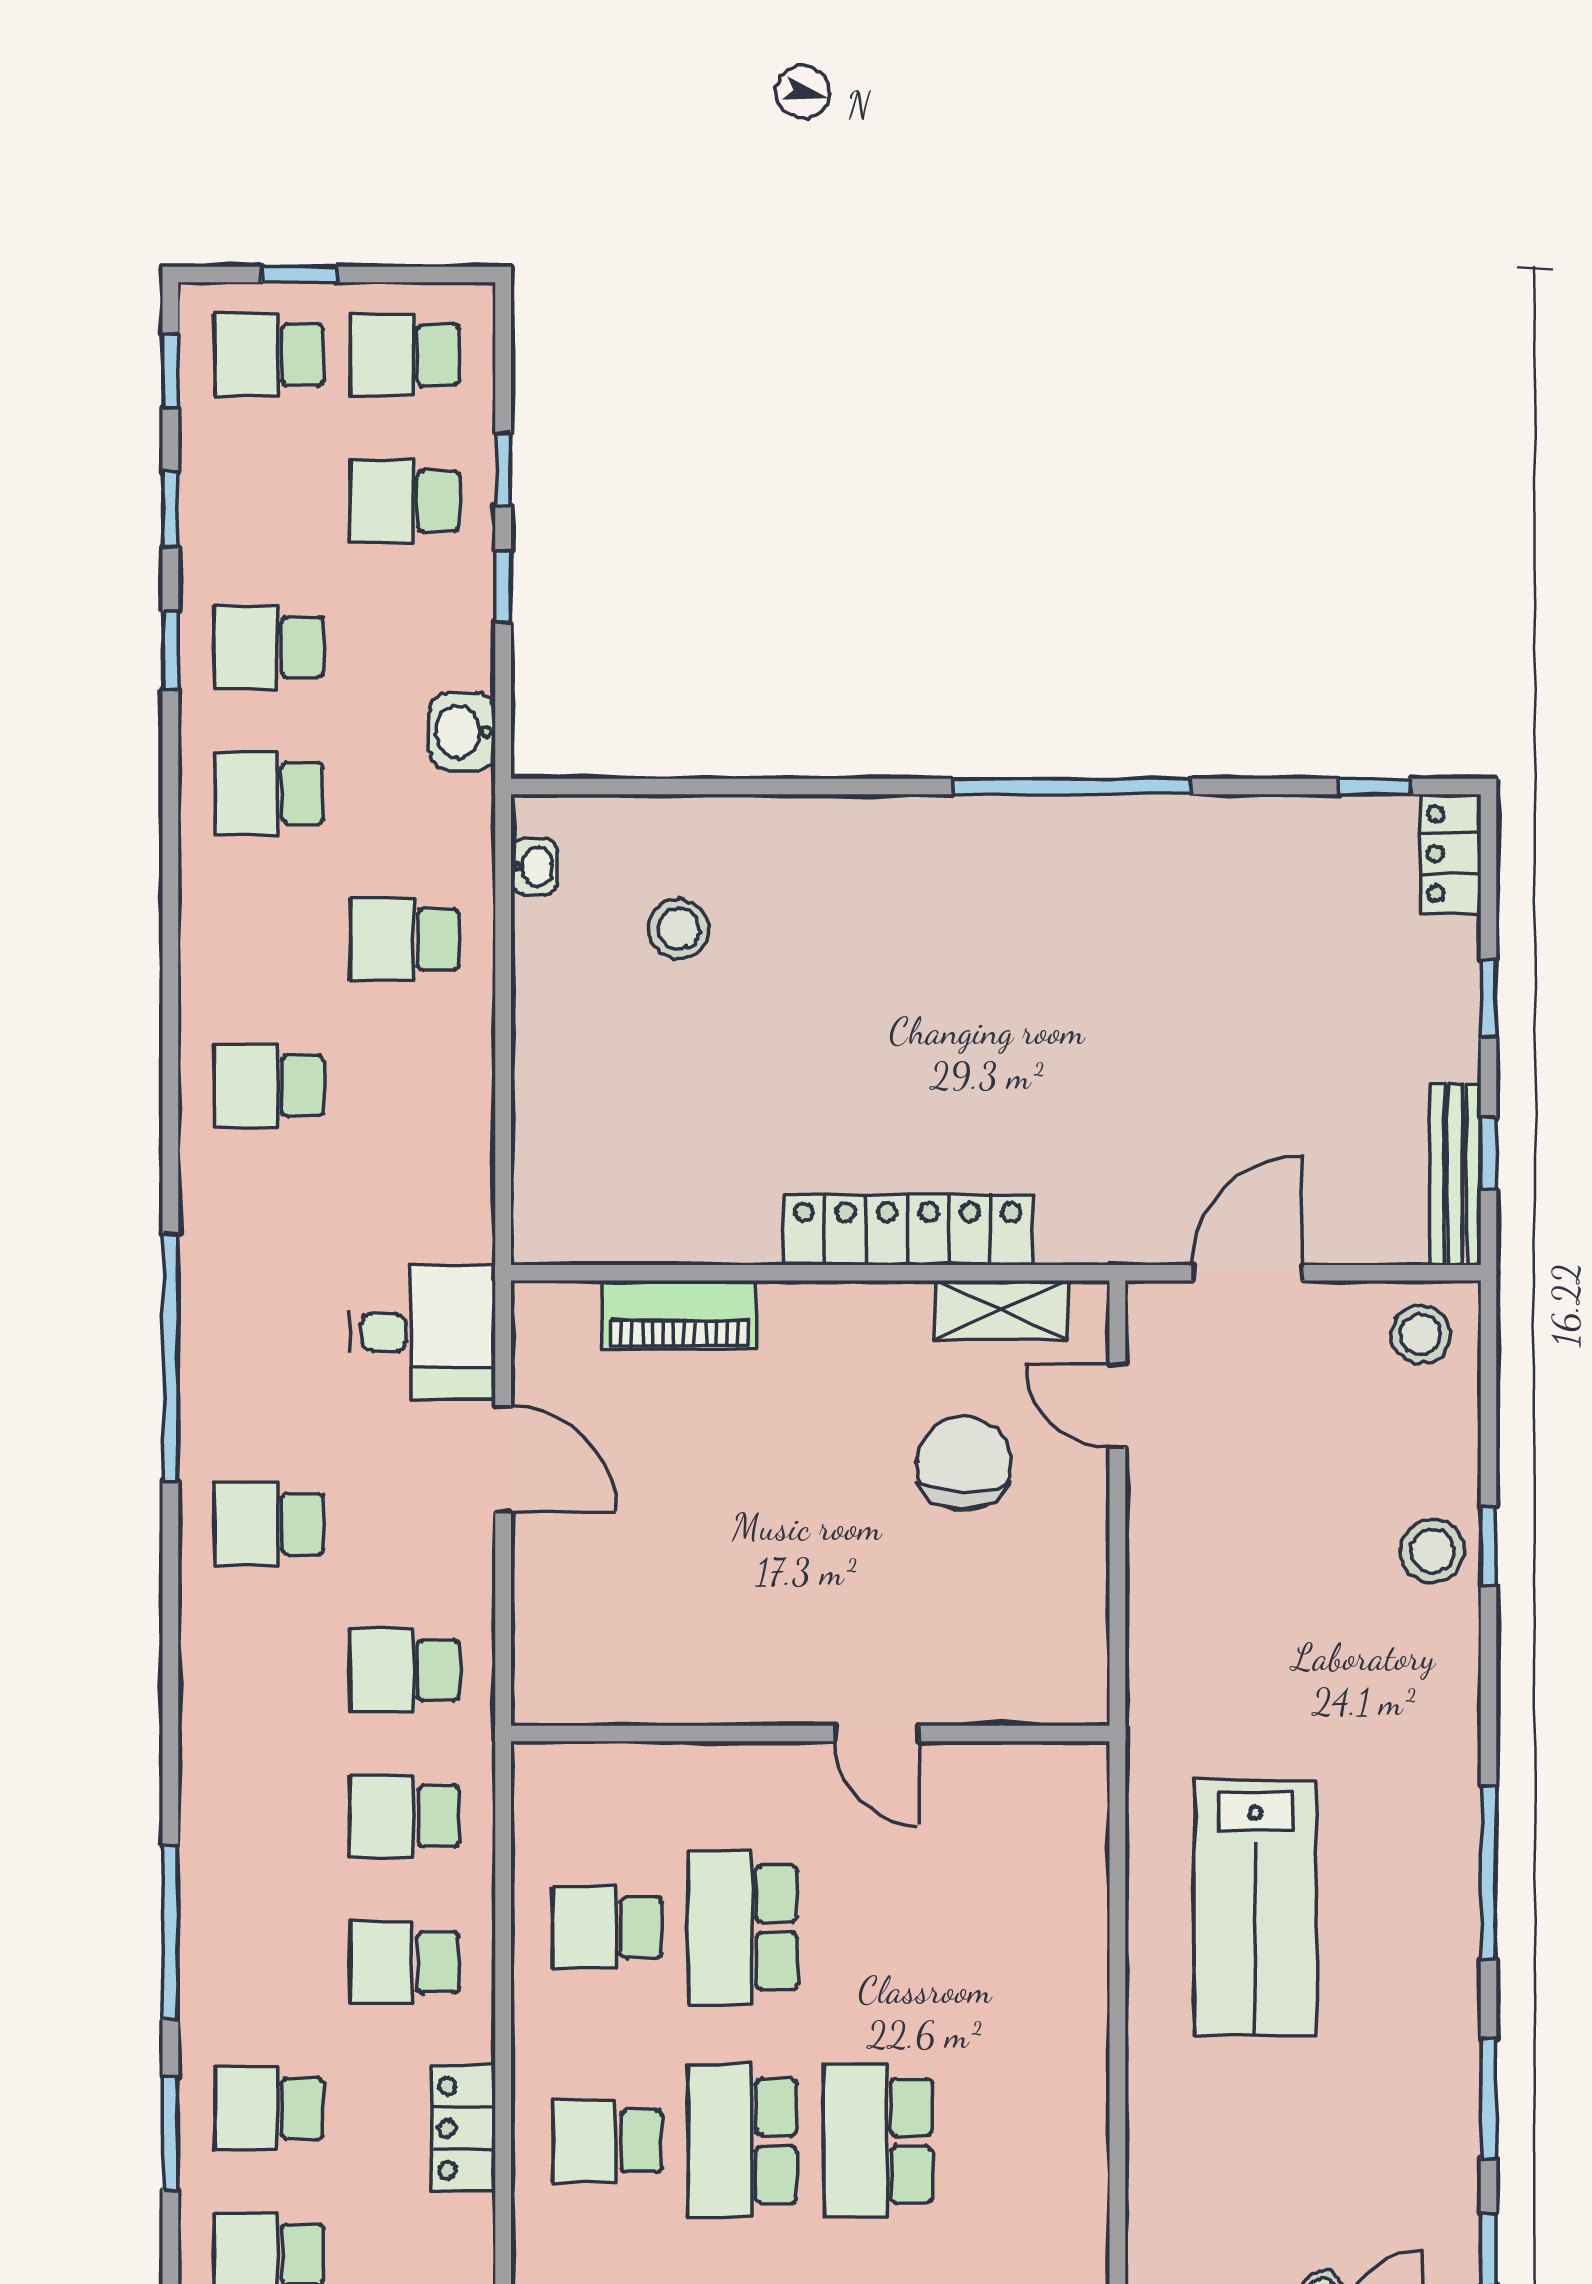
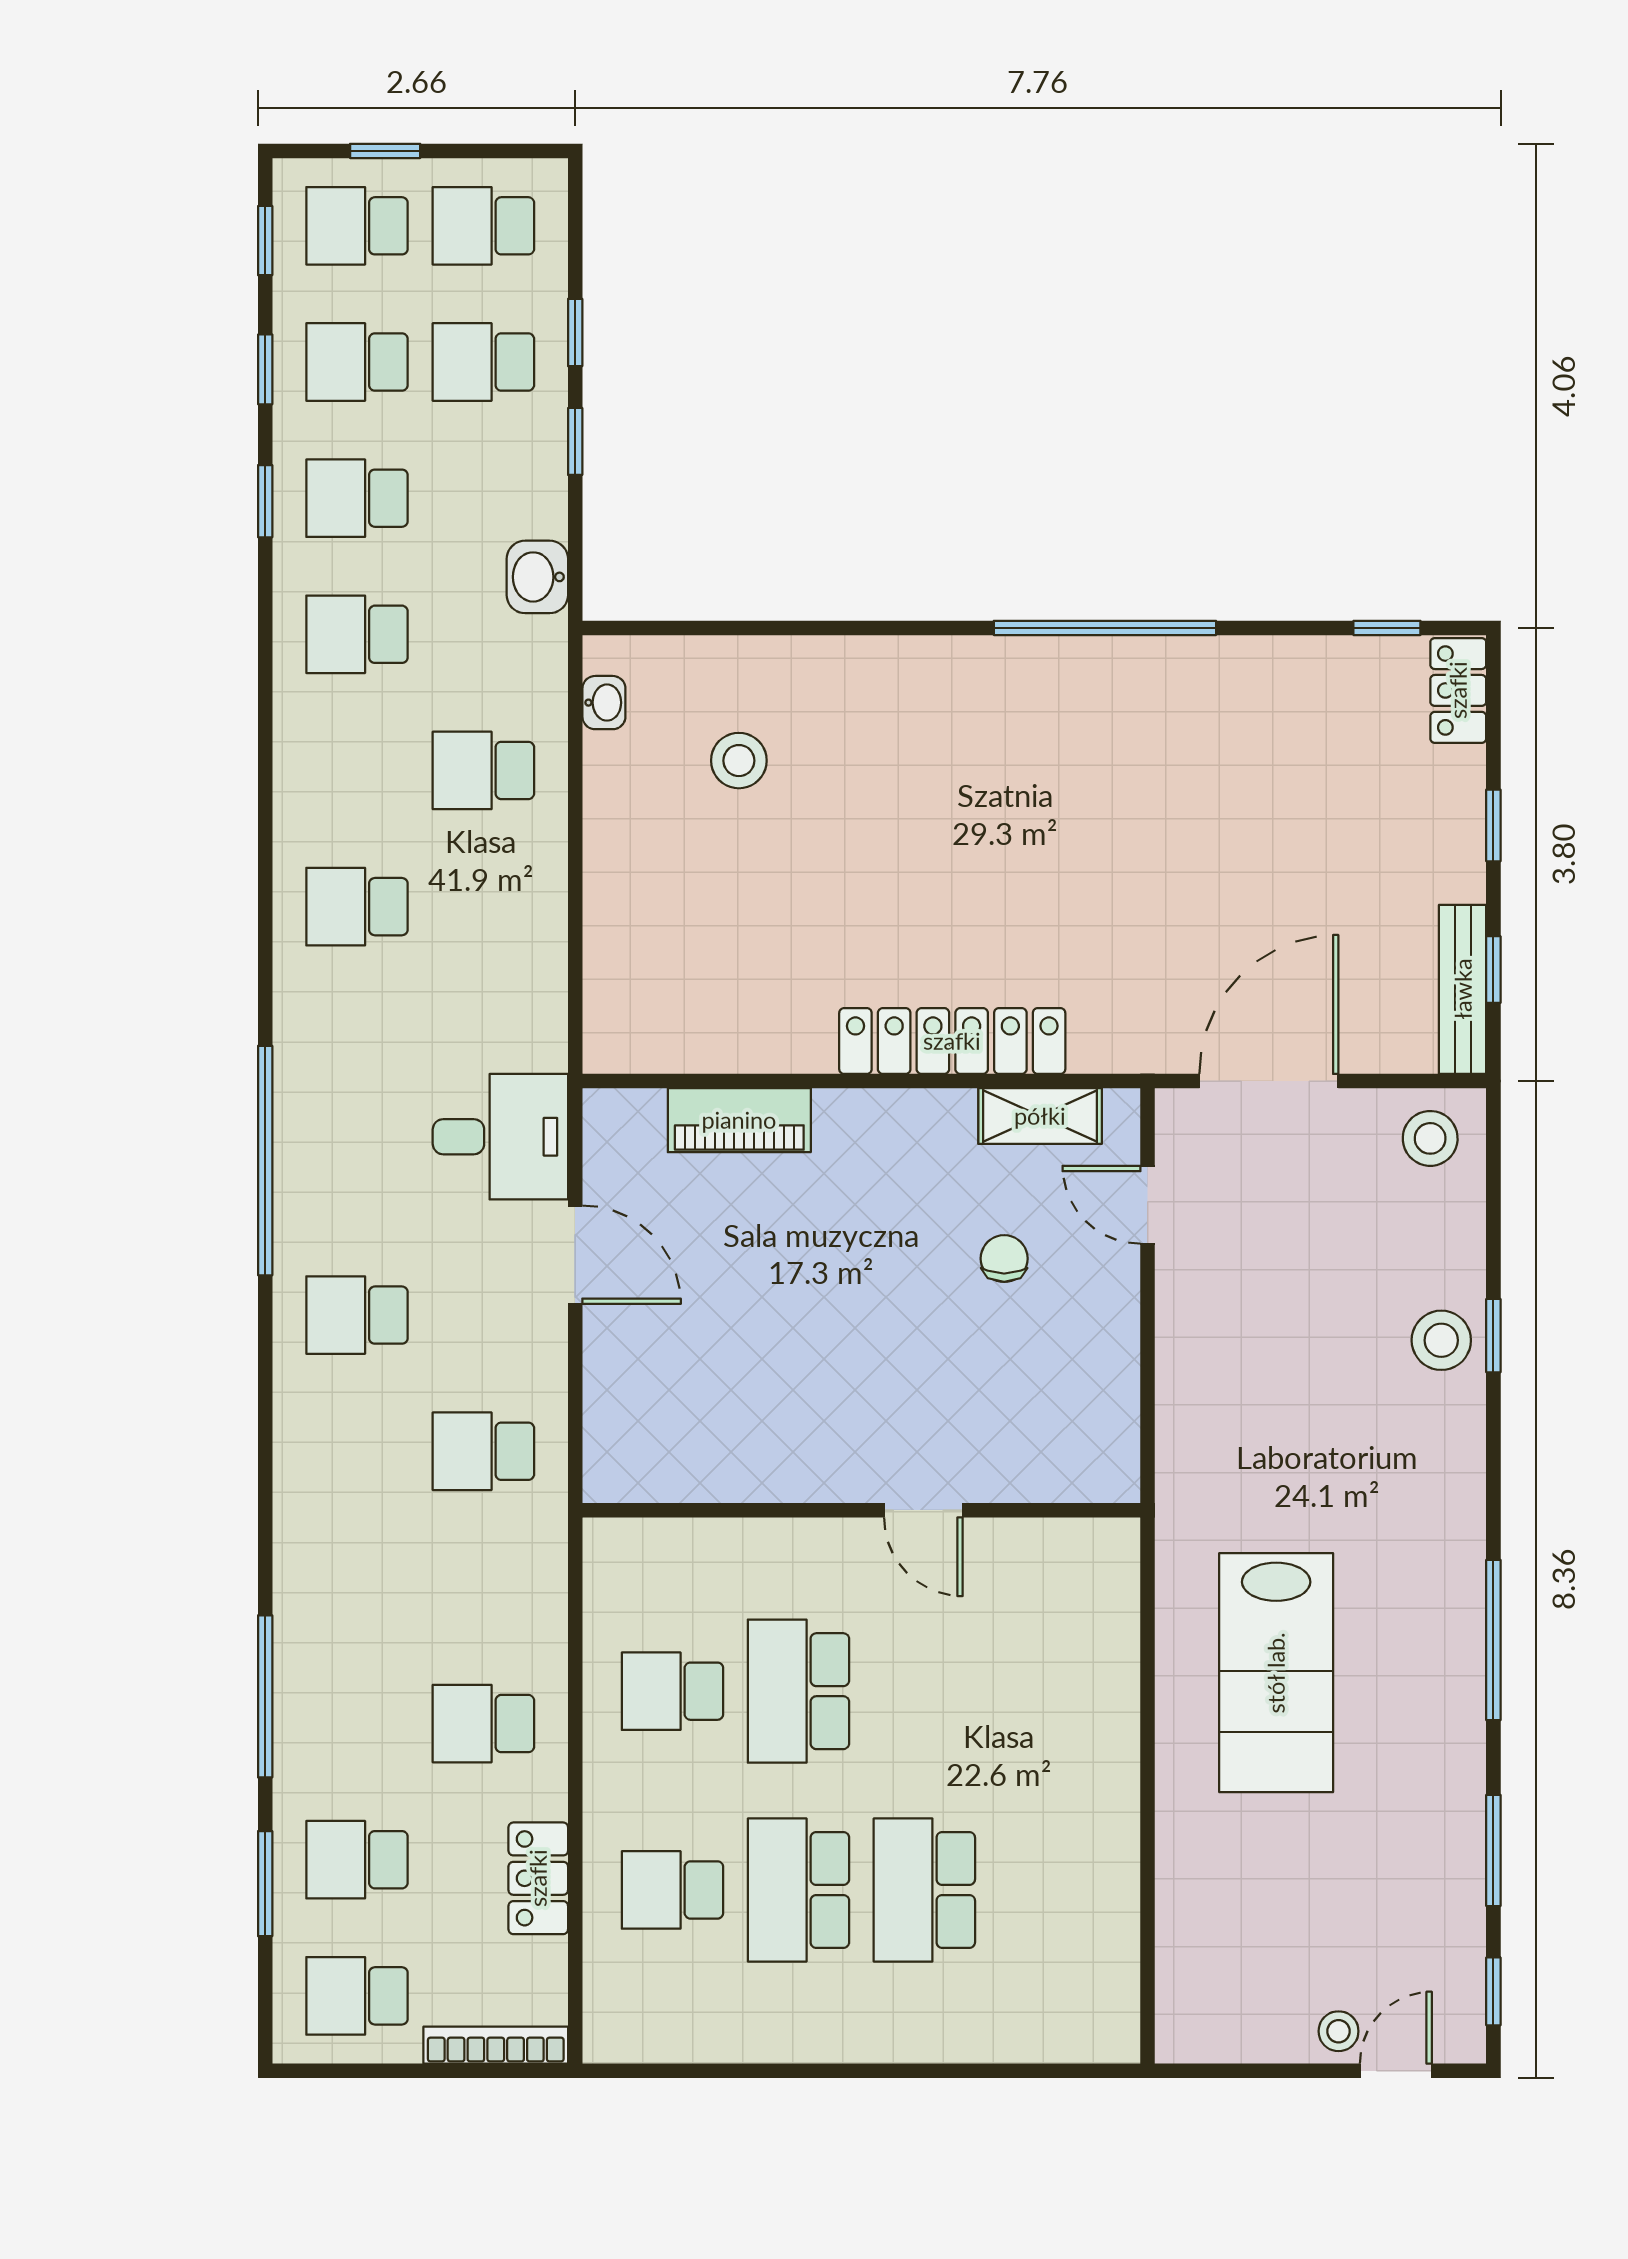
door: (1248, 1273) -> (1269, 1081), width x1.36
chair: (963, 1463) -> (1004, 1259), width x0.54, depth x0.54
school desk: (405, 1816) -> (357, 362), moved

